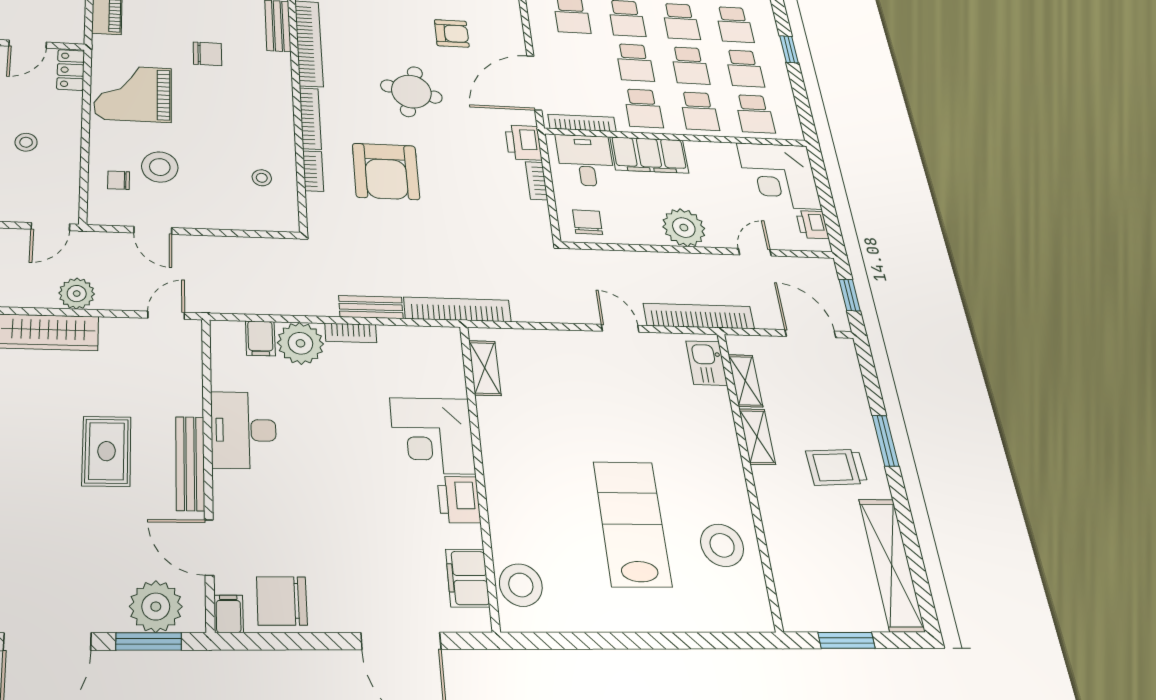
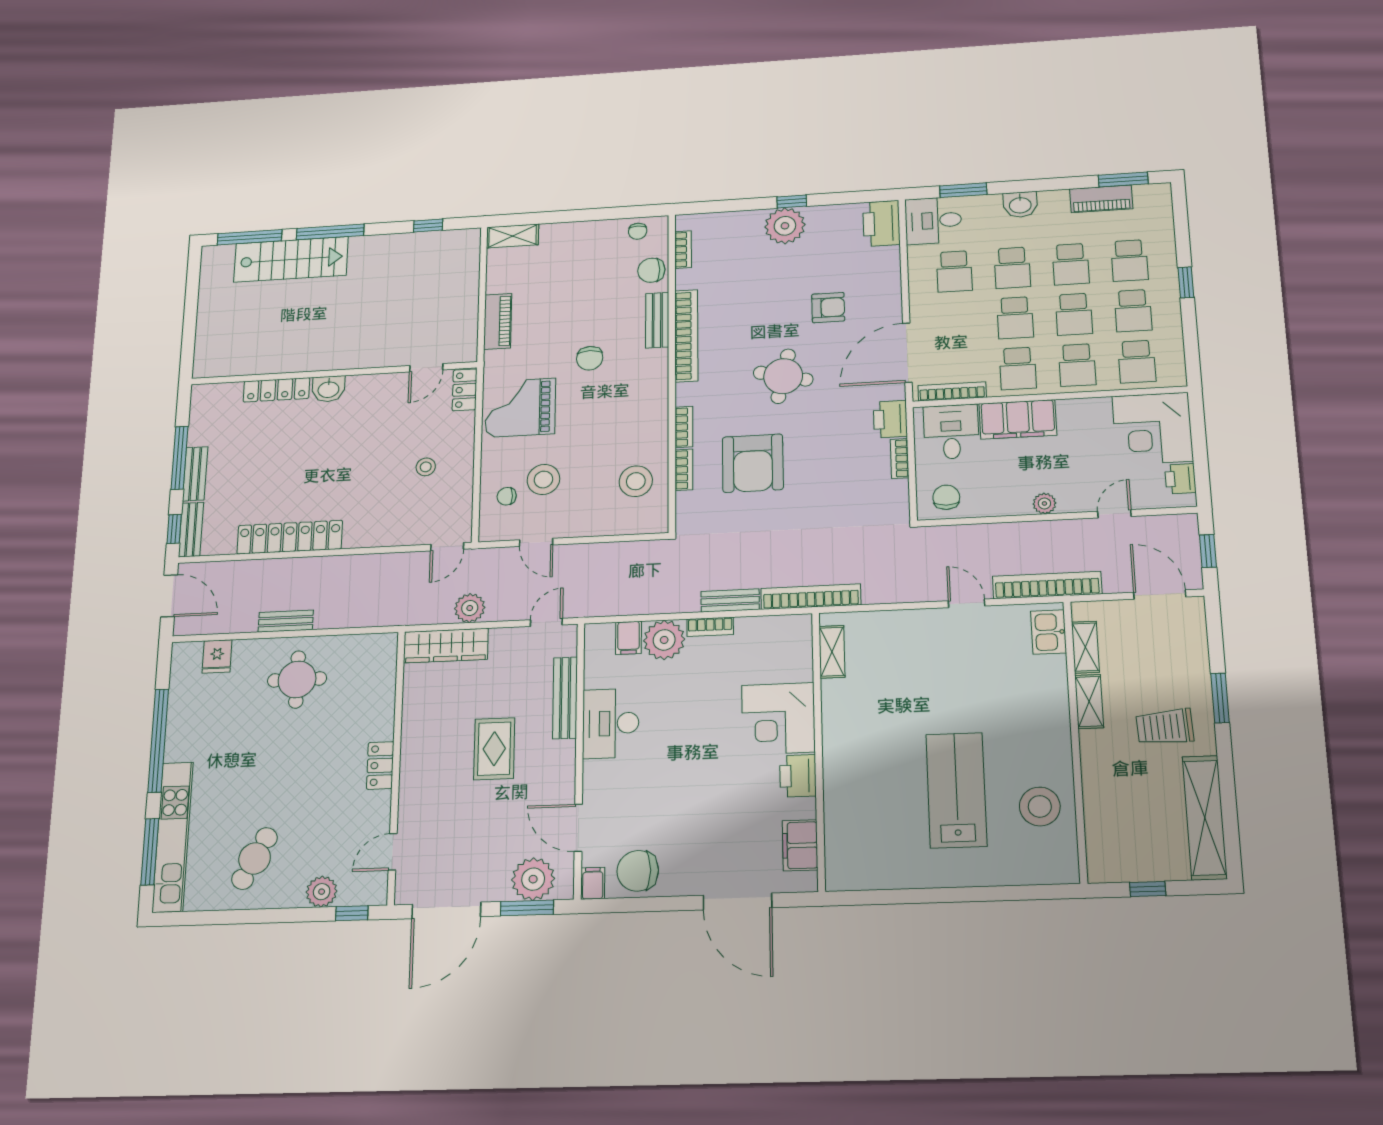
chair: (207, 54) -> (590, 358), turned 90
bookcase: (310, 118) -> (684, 427), width x0.64
stool: (262, 178) -> (636, 481), width x1.89, depth x1.89
plant: (684, 228) -> (1044, 503), width x0.53, depth x0.53
bench: (190, 463) -> (565, 698), moved
stool: (521, 585) -> (847, 850), removed
window: (847, 640) -> (1148, 889), width x0.67

